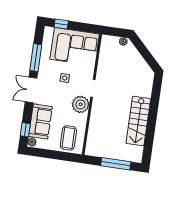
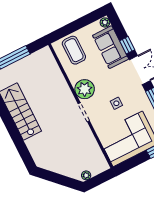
window: (25, 130) -> (127, 45), moved

